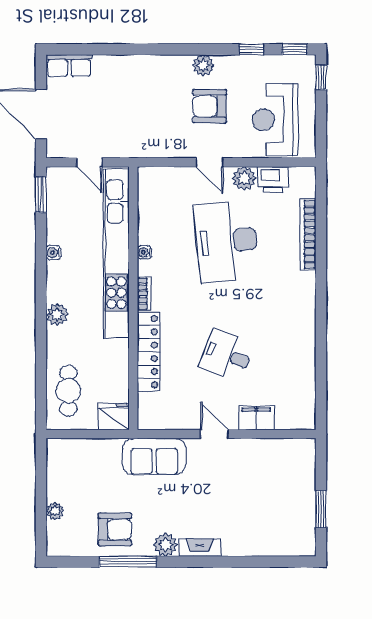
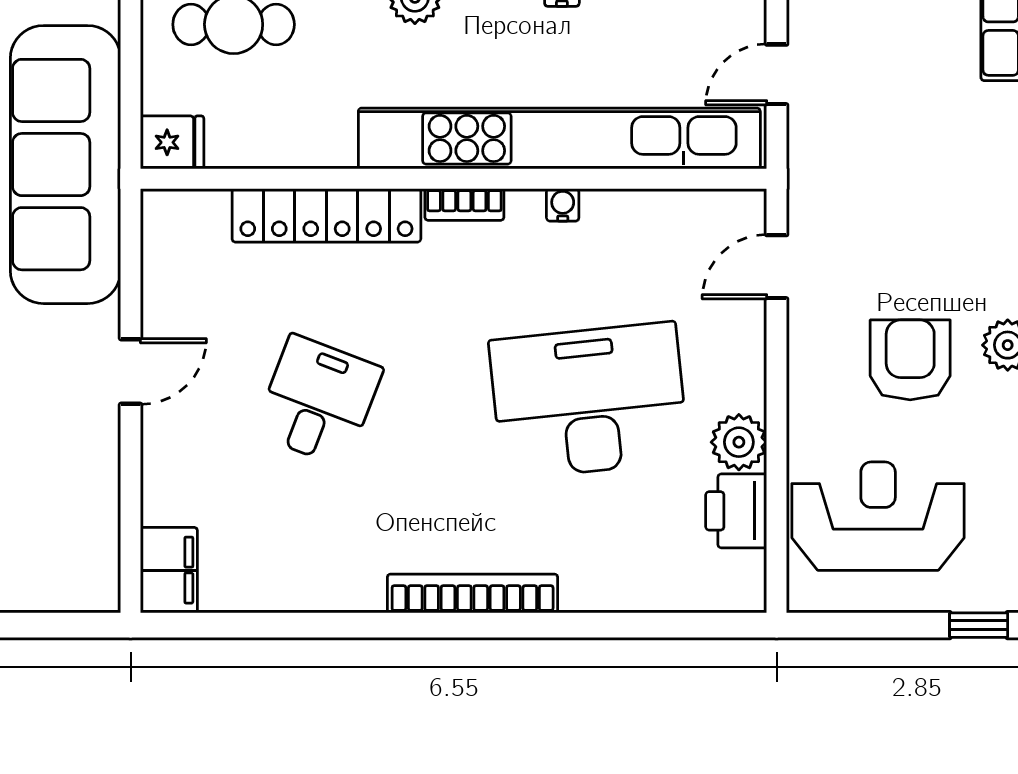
door: (210, 162) -> (777, 267), moved
bookcase: (308, 234) -> (473, 593), moved
fridge: (114, 417) -> (172, 142), width x0.72
filing cabinet: (256, 418) -> (169, 570), moved
sofa: (154, 457) -> (66, 165), width x1.85, depth x1.27

